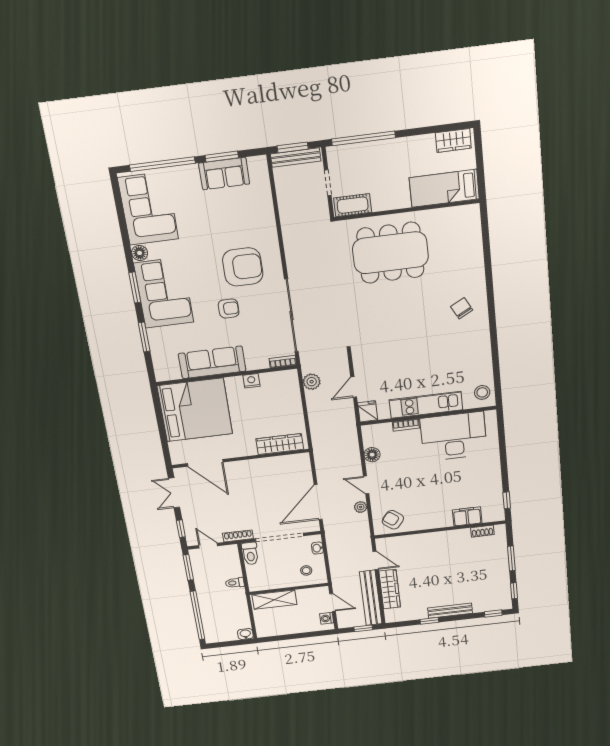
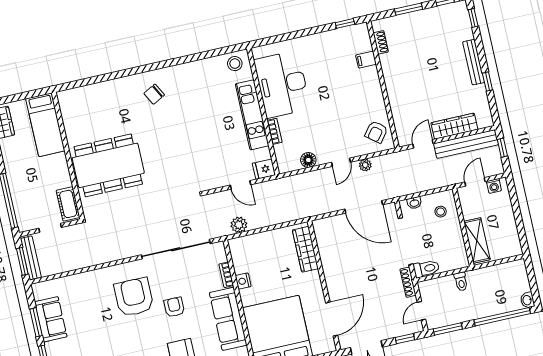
dining table: (390, 253) -> (108, 165), turned 90
bookcase: (283, 362) -> (226, 275), moved
filing cabinet: (467, 516) -> (366, 60), width x0.50
washbasin: (245, 634) -> (527, 300), moved

